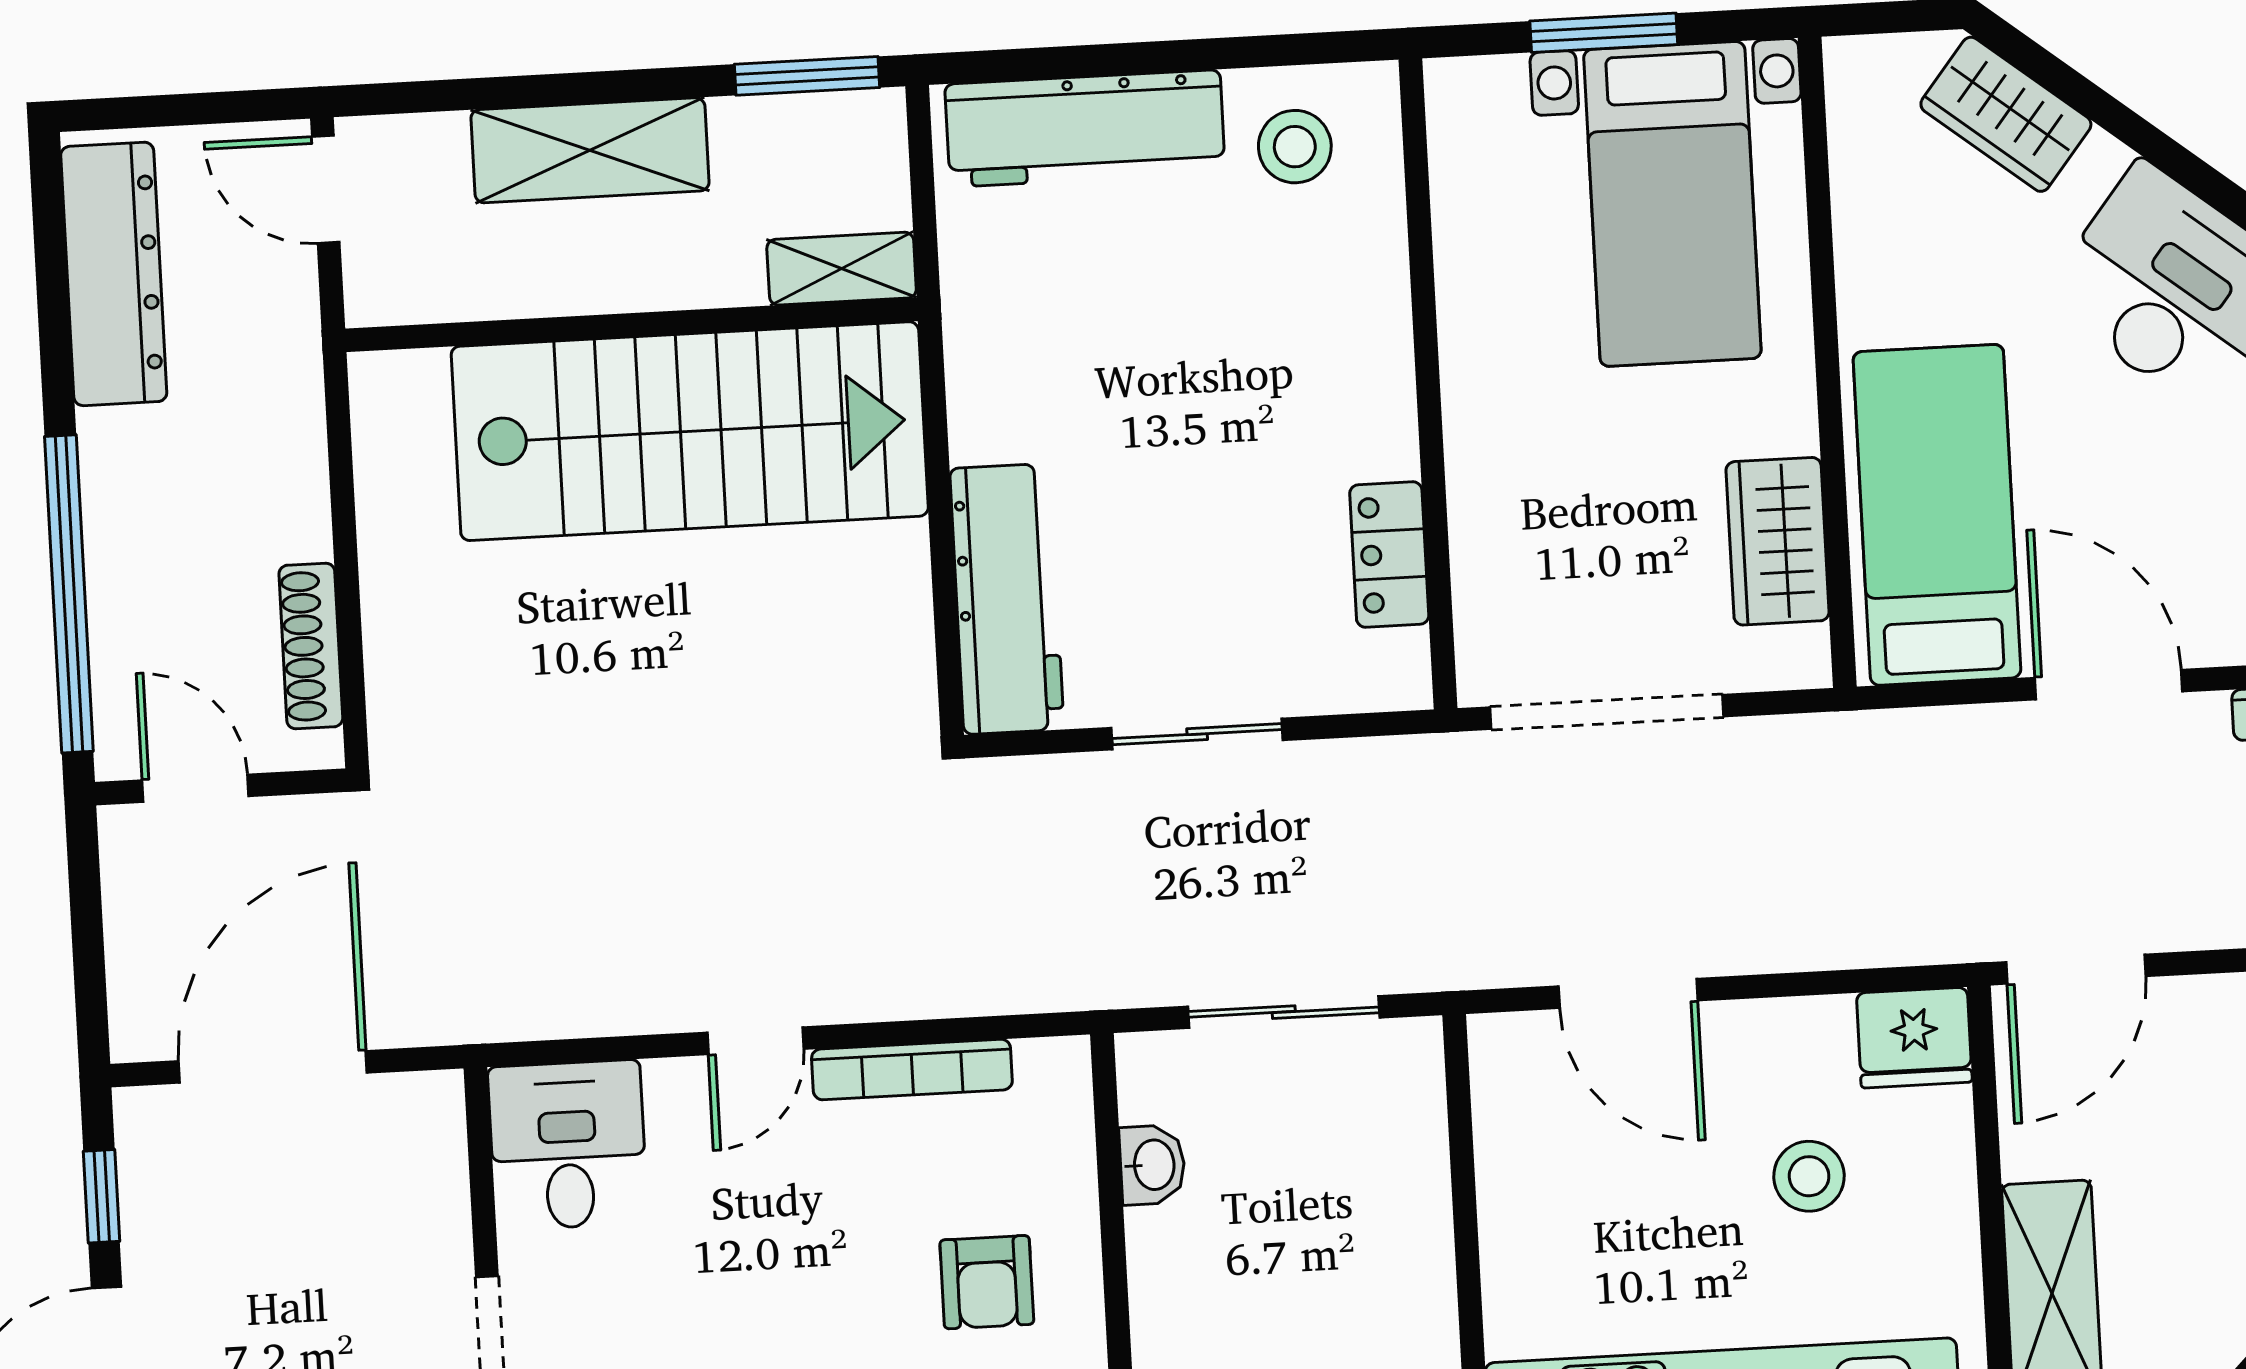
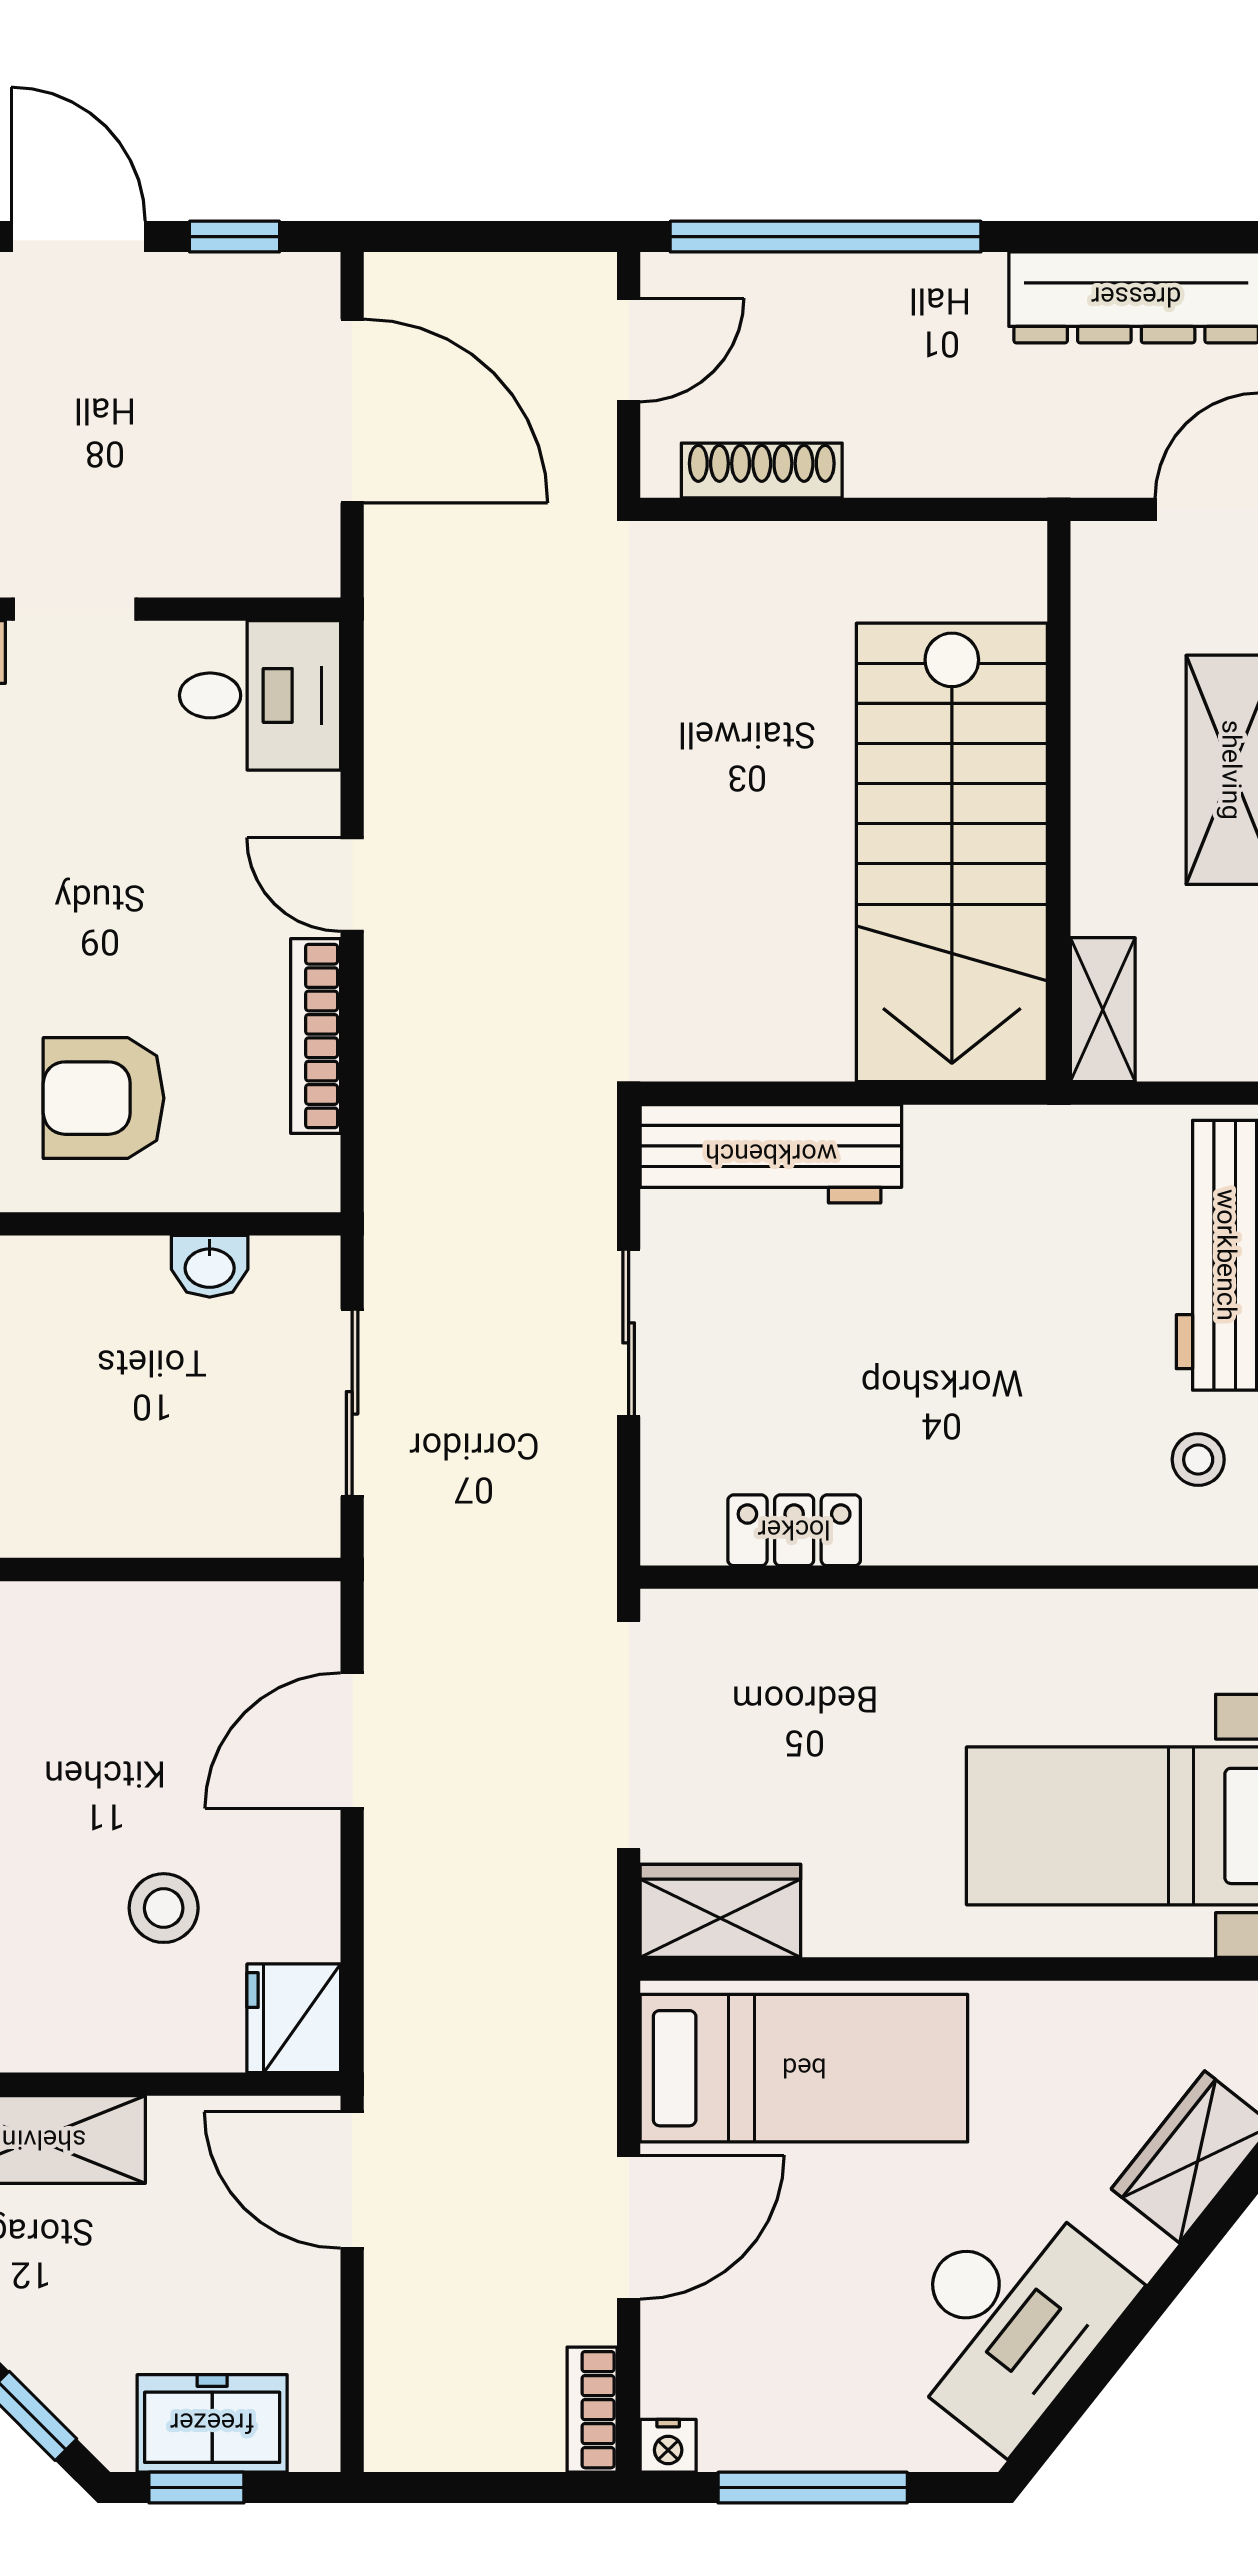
stool: (1295, 147) -> (1198, 1460), width x0.73, depth x0.73
wardrobe: (1778, 541) -> (720, 1911), moved
armchair: (987, 1282) -> (104, 1098), width x1.38, depth x1.38

